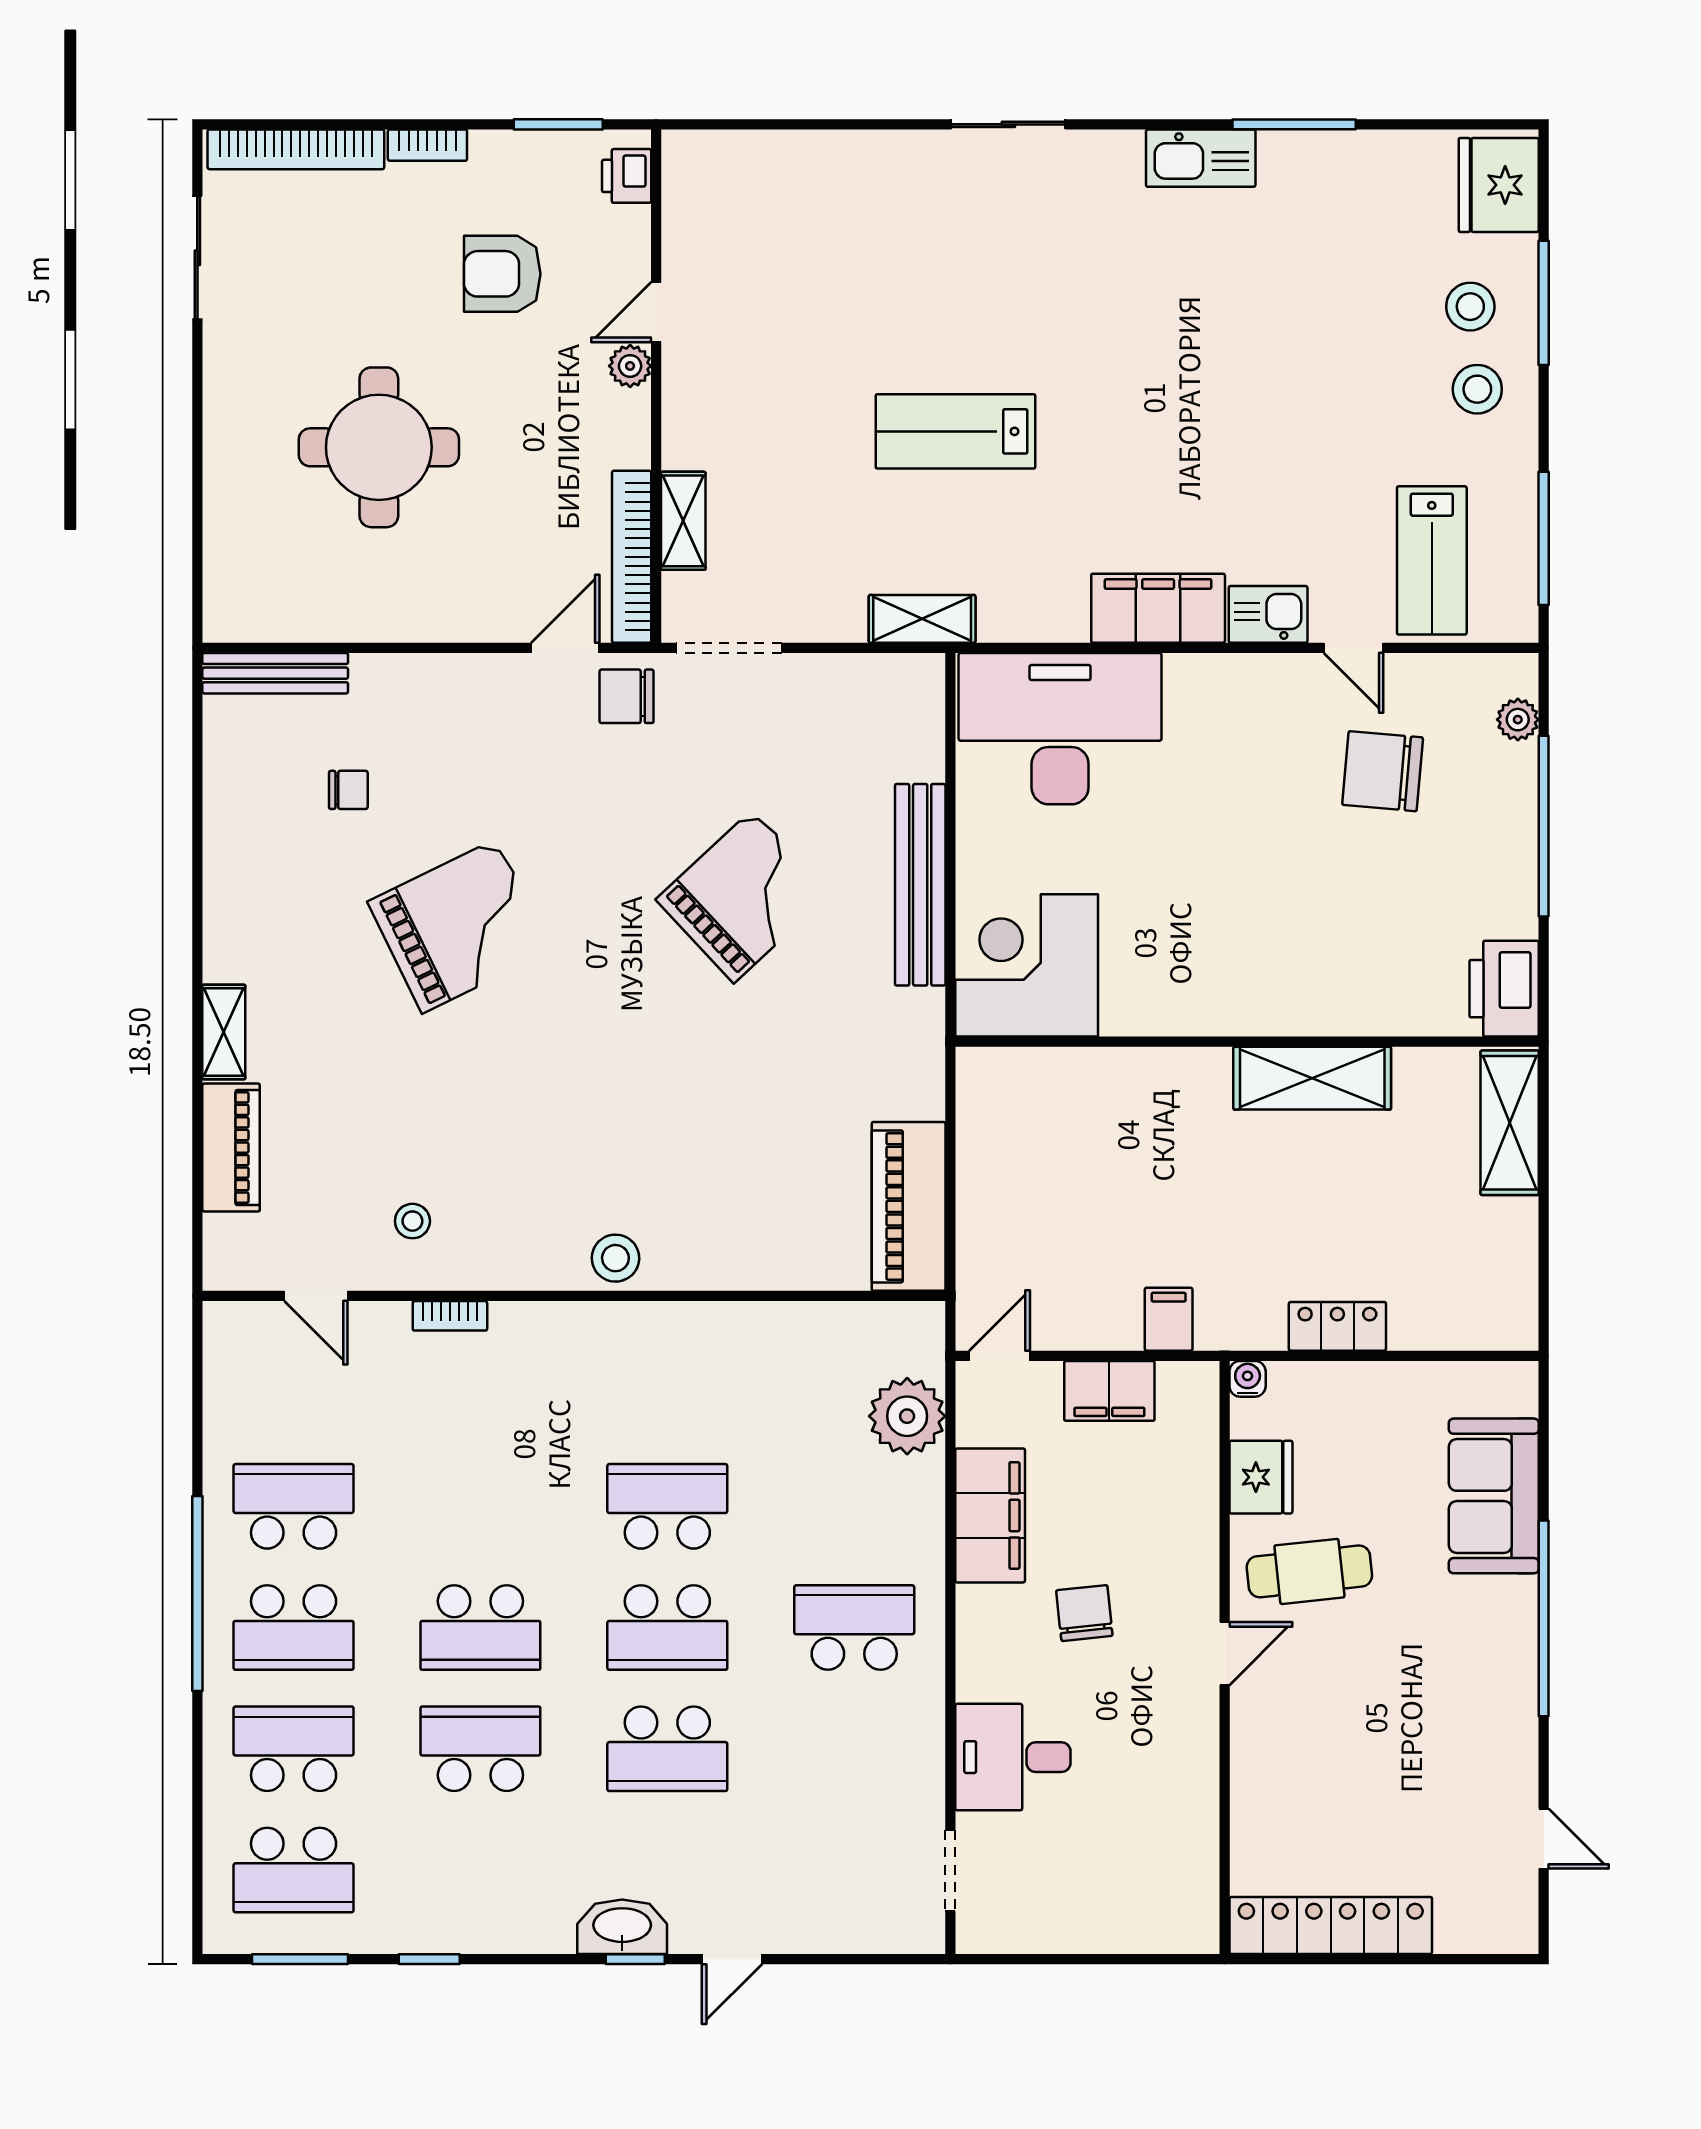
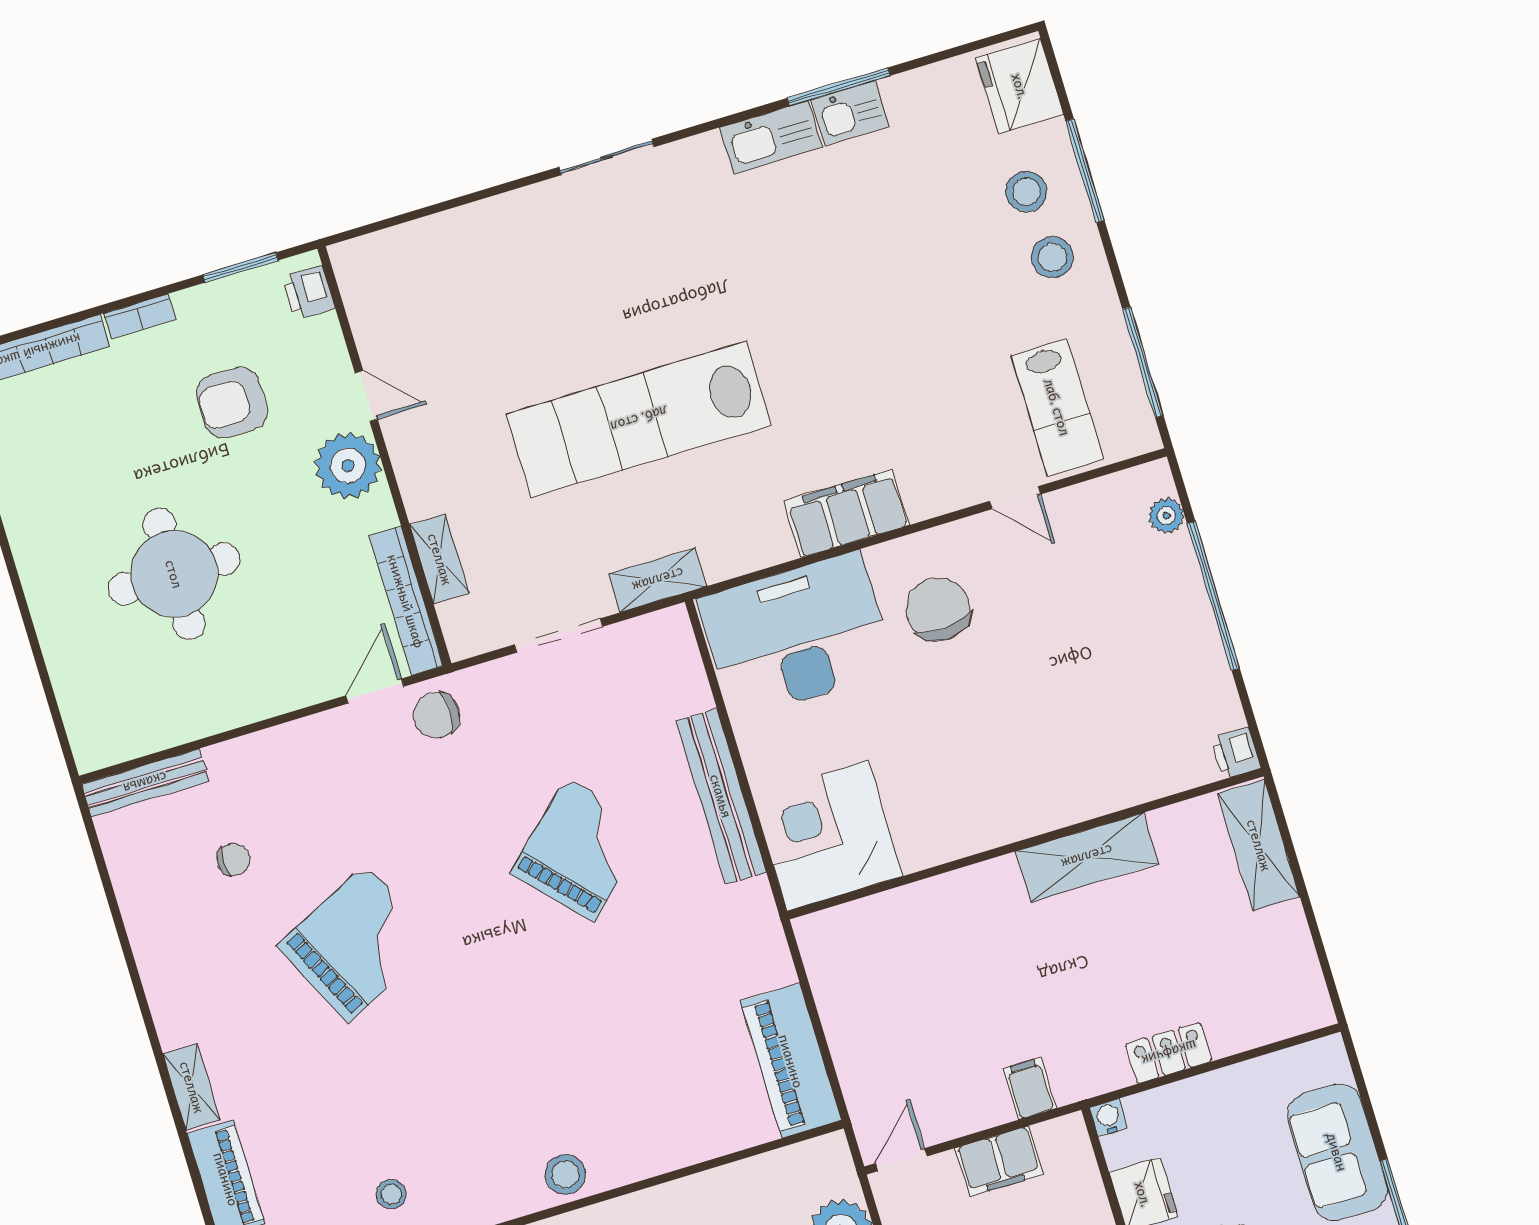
door: (656, 312) -> (366, 396), swing flipped
plant: (630, 366) -> (348, 466), width x1.88, depth x1.88
lab bench: (955, 431) -> (639, 419), width x1.86, depth x1.39
kitchen sink: (1268, 614) -> (850, 113), moved, turned 180
doorway: (729, 648) -> (559, 635), moved
chair: (1383, 771) -> (938, 609), moved, turned 81
printer: (1504, 989) -> (1236, 753), width x0.53, depth x0.68

